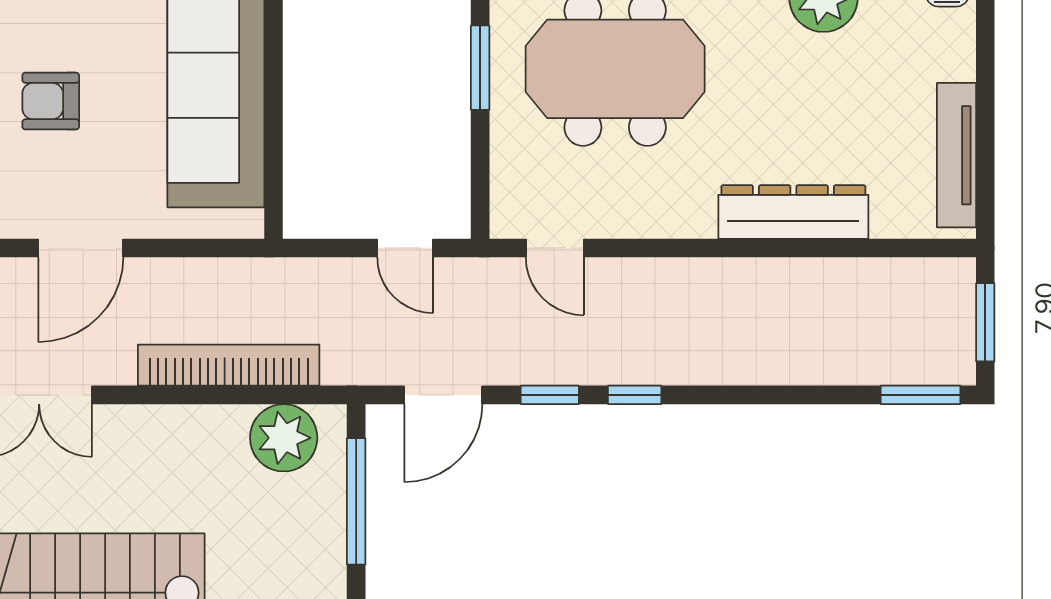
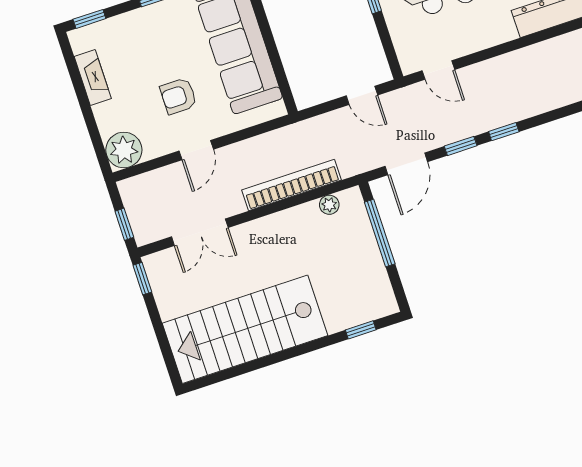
armchair: (51, 101) -> (178, 96), moved
door: (81, 248) -> (196, 150), width x0.73
plant: (284, 438) -> (329, 205), width x0.53, depth x0.53

